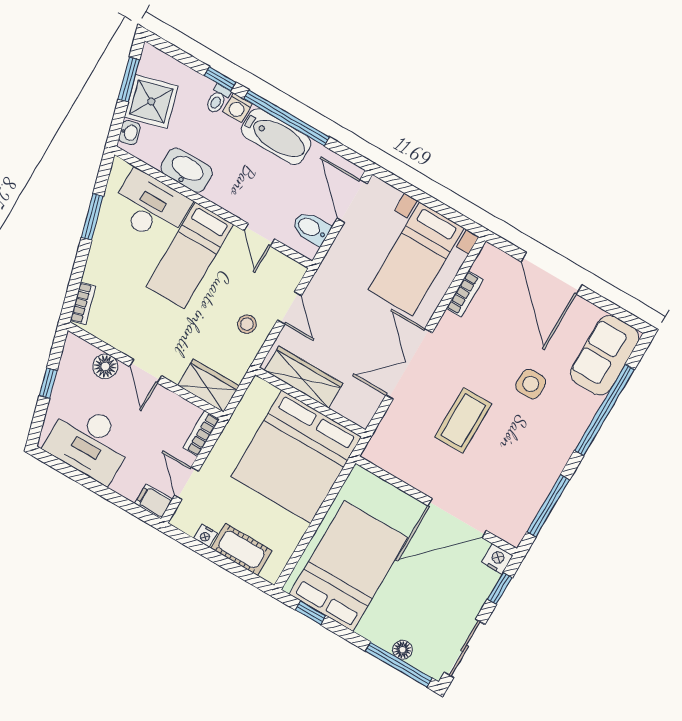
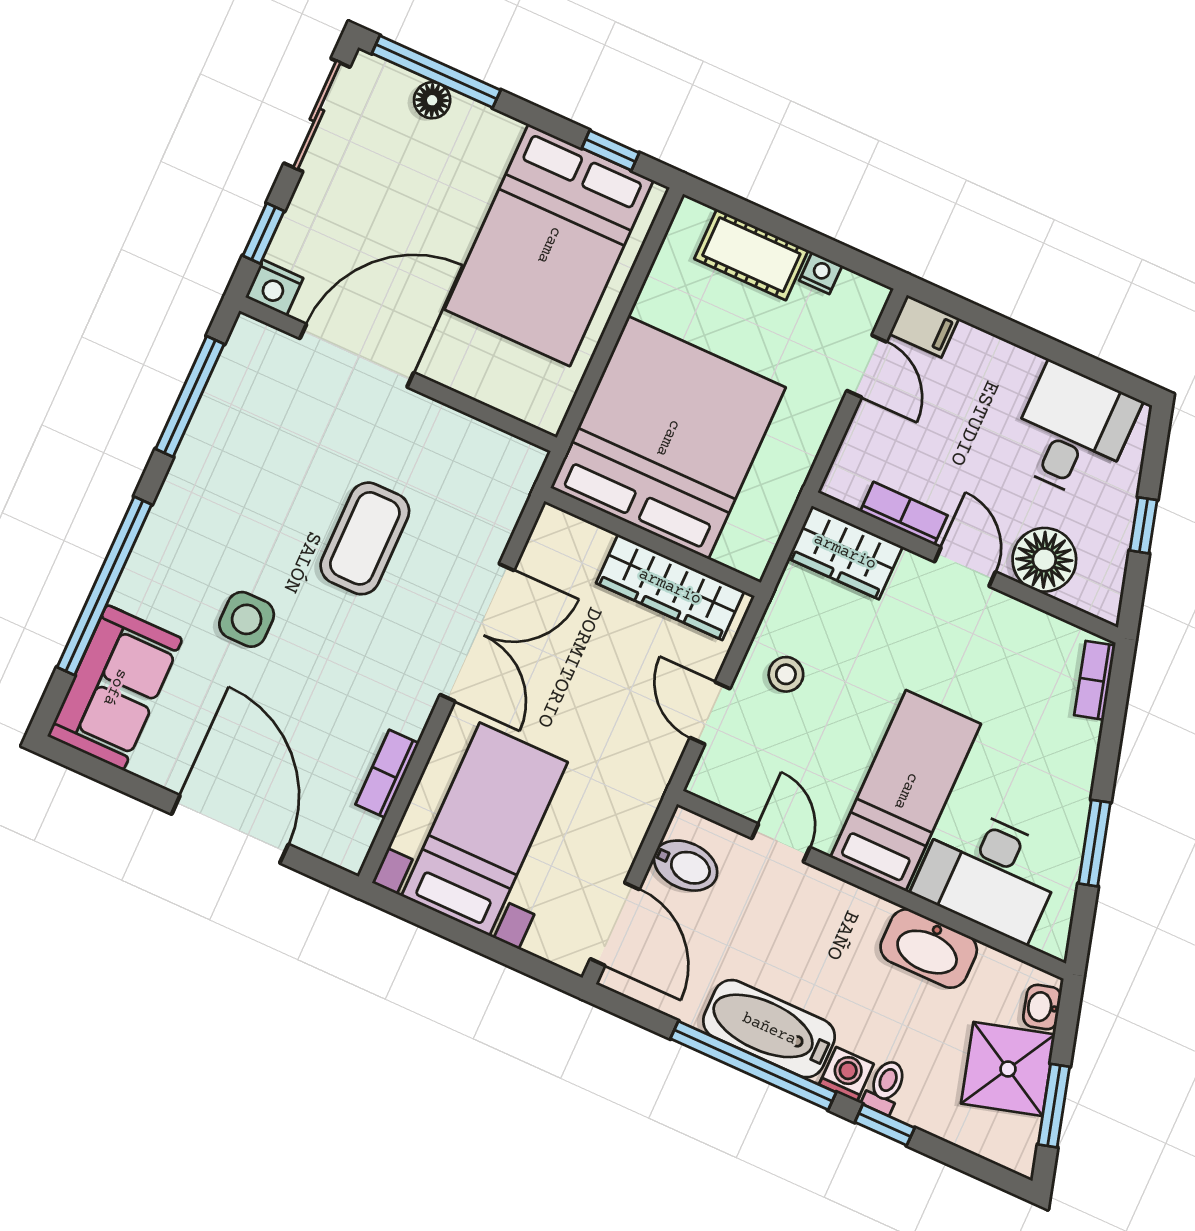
floor lamp: (105, 366) -> (1044, 560), width x1.38, depth x1.38
bookcase: (201, 434) -> (904, 513), moved, turned -90
desk: (90, 442) -> (1073, 432), width x0.73

